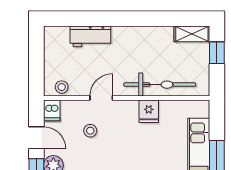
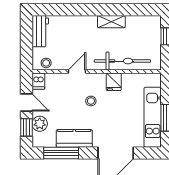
shelving: (192, 34) -> (111, 22), moved
workbench: (90, 36) -> (40, 31), moved, turned -90
stool: (90, 131) -> (91, 101), moved

